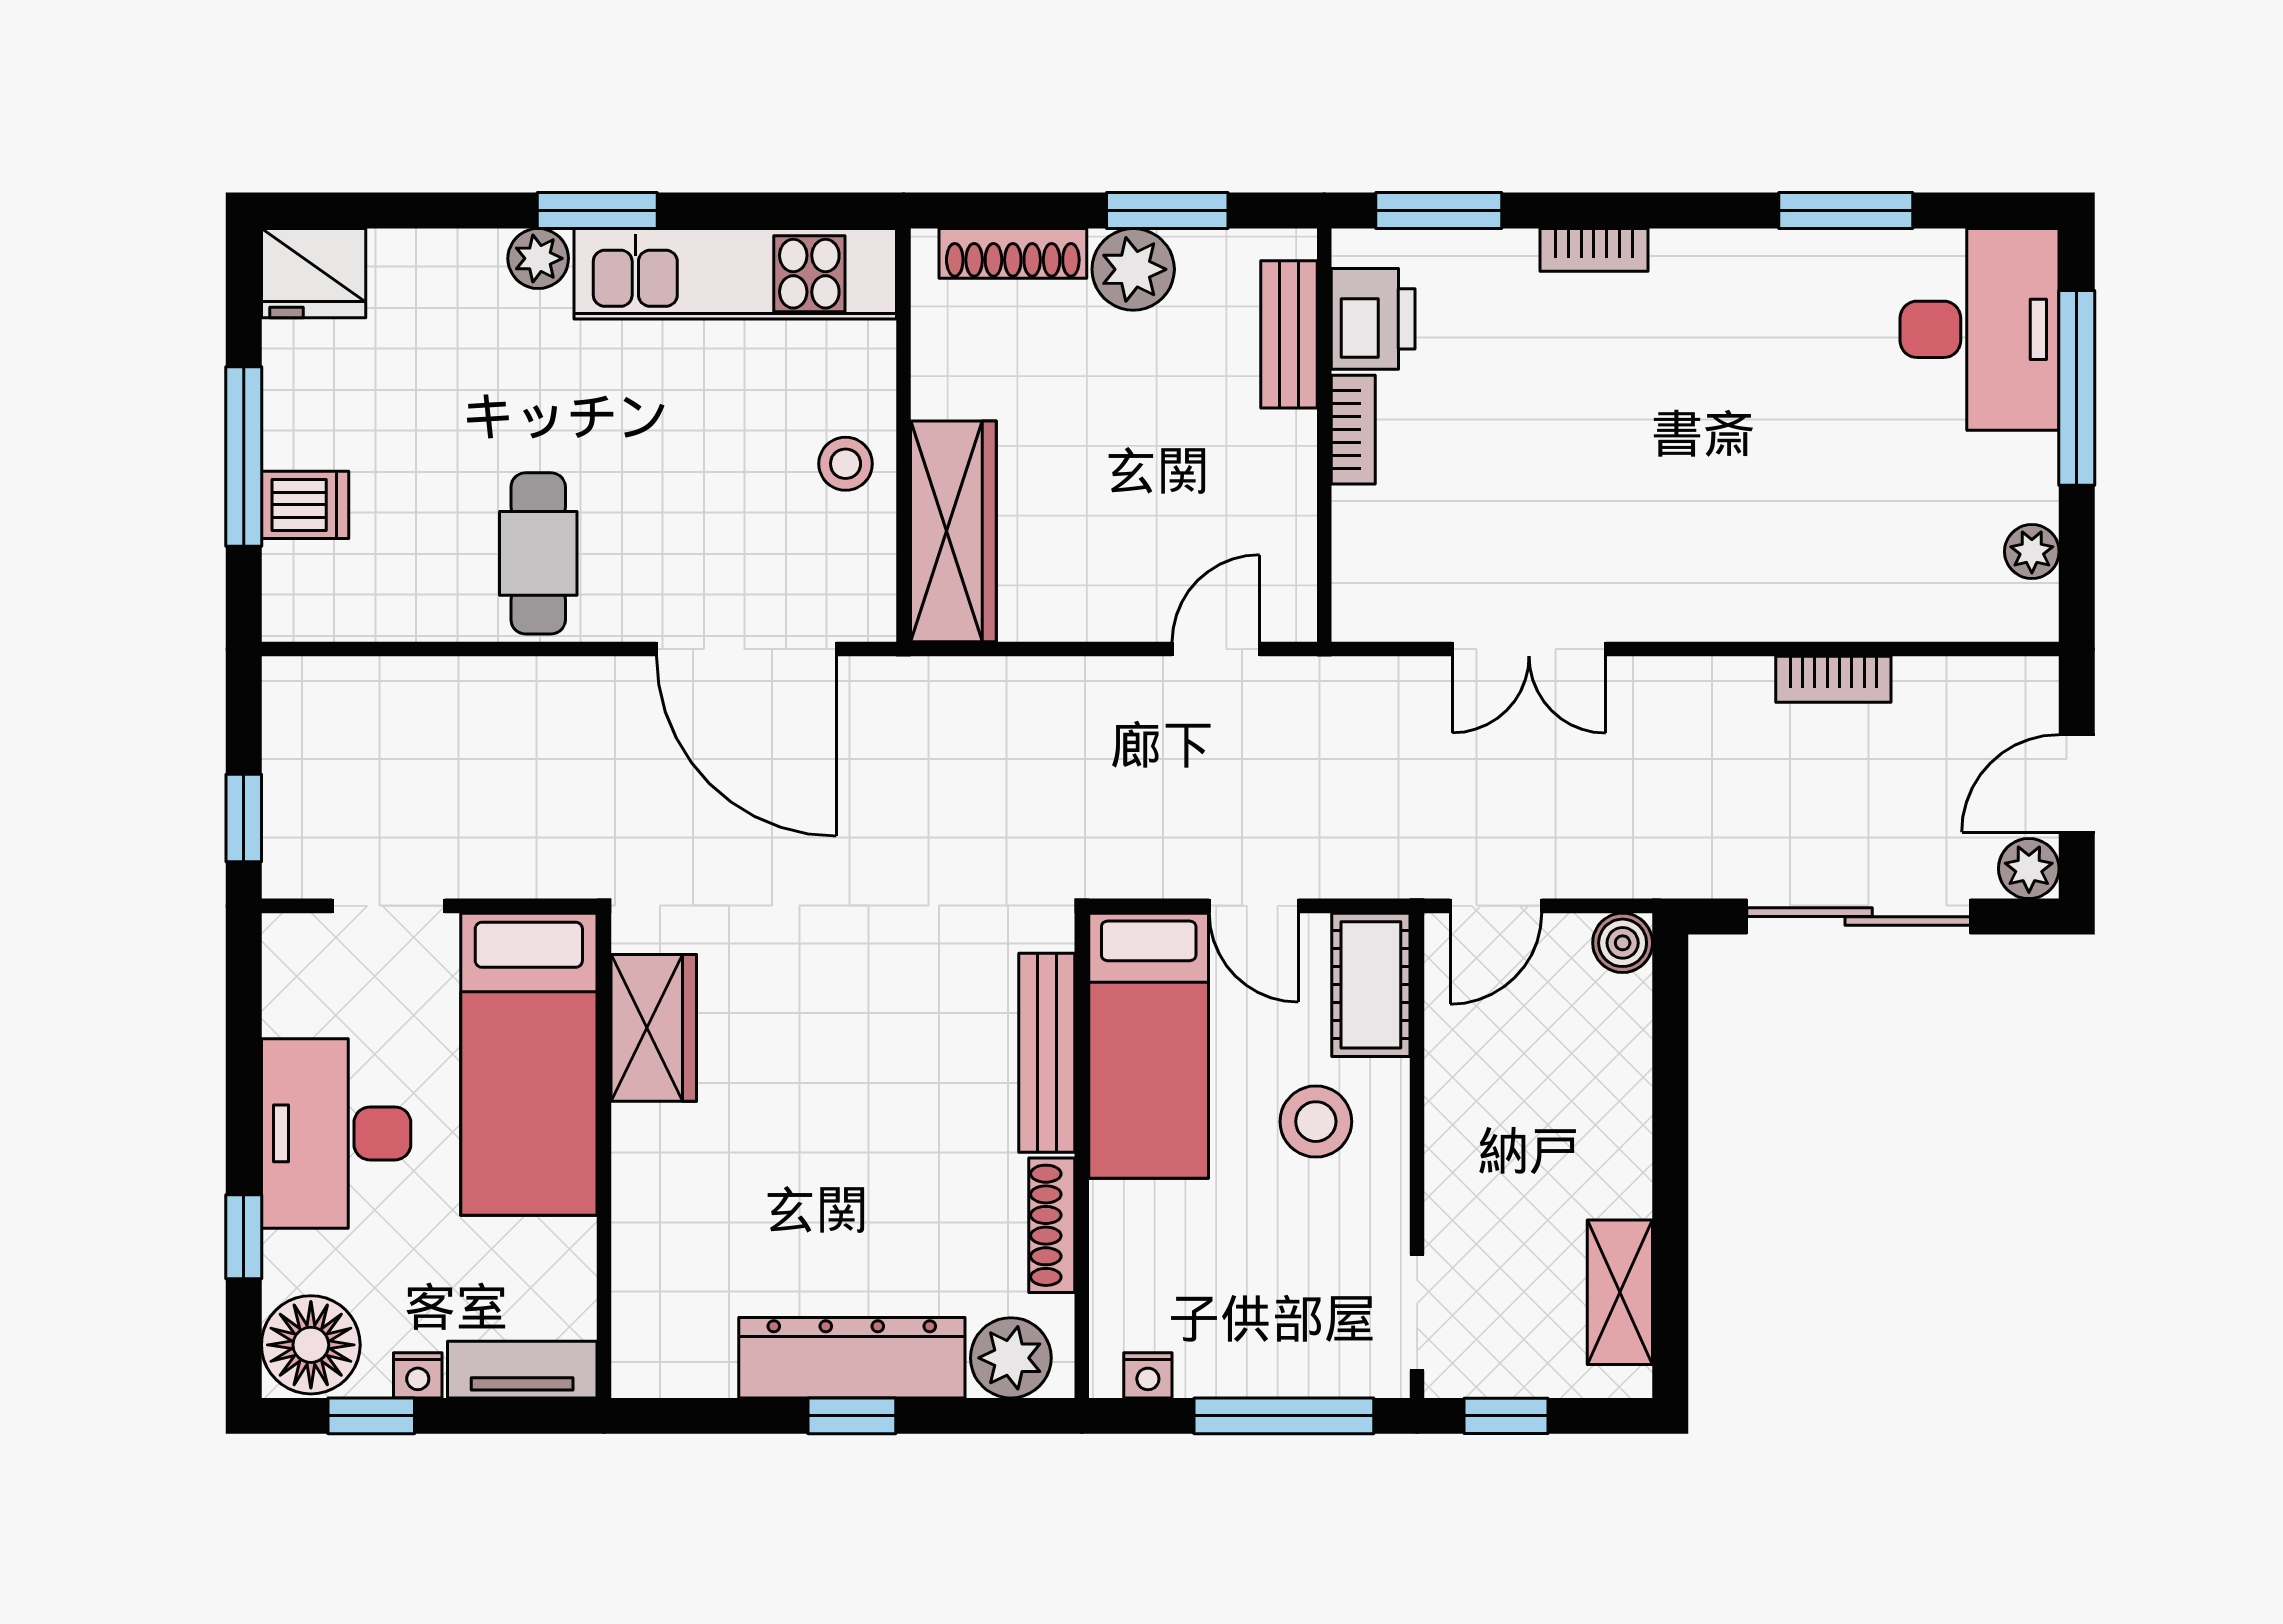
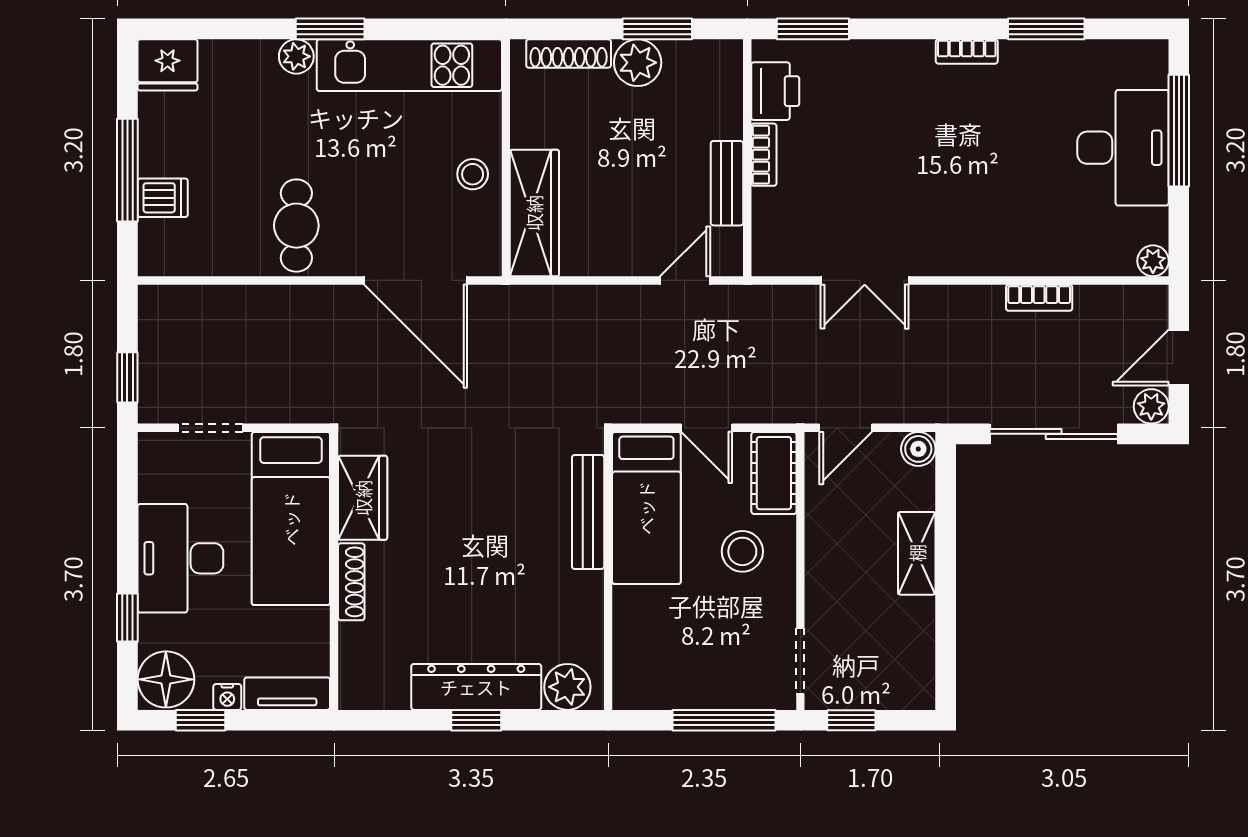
bookcase: (1594, 250) -> (967, 51), moved
desk: (1980, 329) -> (1123, 148), moved
bench: (1289, 334) -> (727, 183), moved
plant: (2032, 551) -> (1153, 261), moved
shoe rack: (1052, 1225) -> (351, 582), moved, turned 180
shelving: (1620, 1292) -> (917, 553), moved
nightstand: (1148, 1375) -> (646, 697), removed

